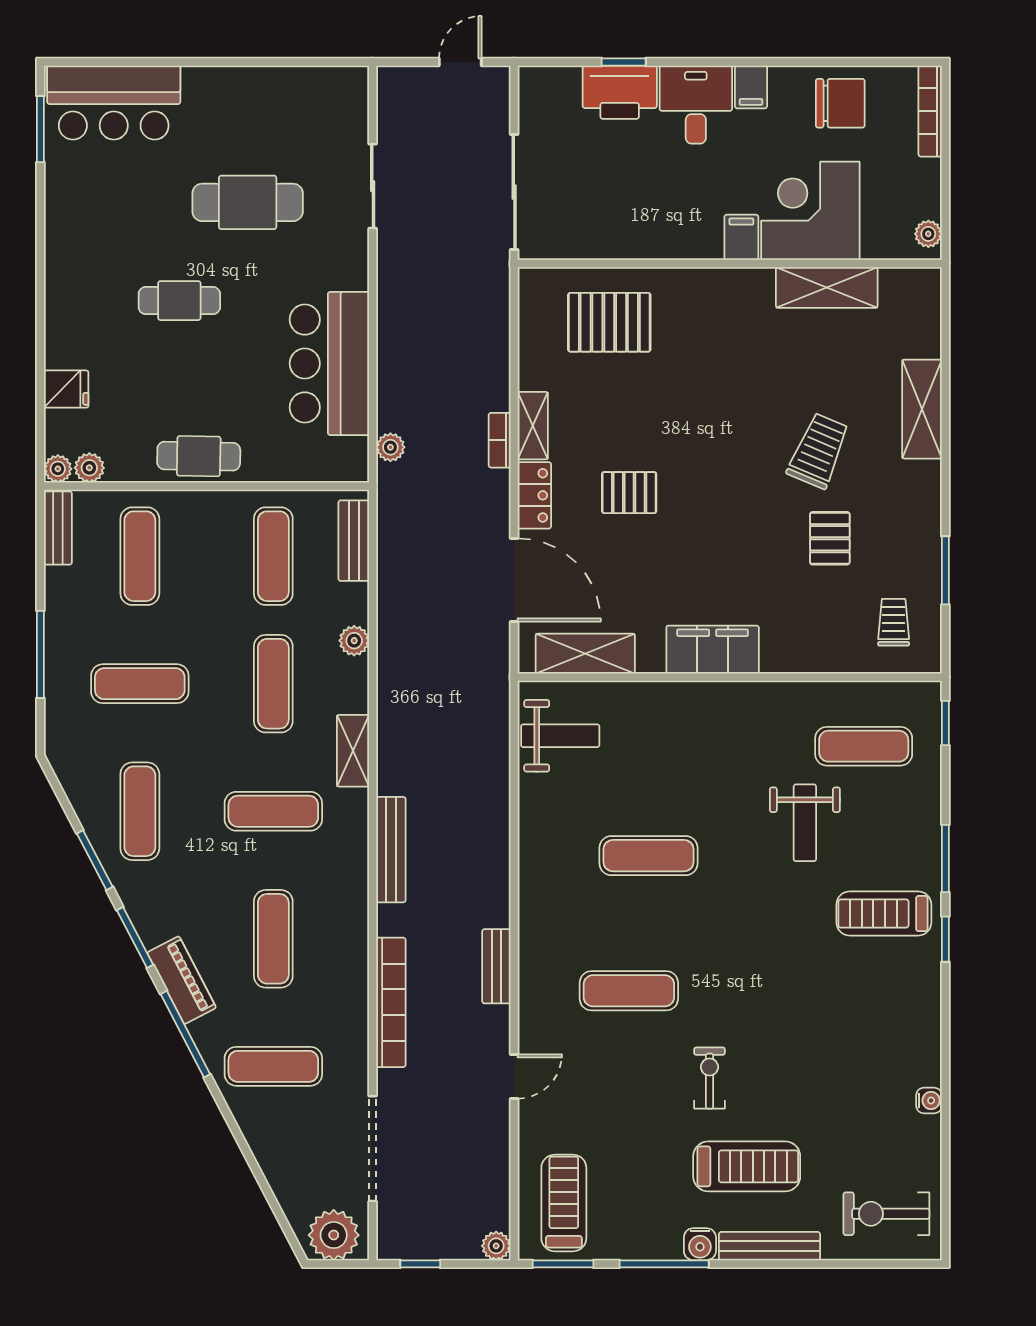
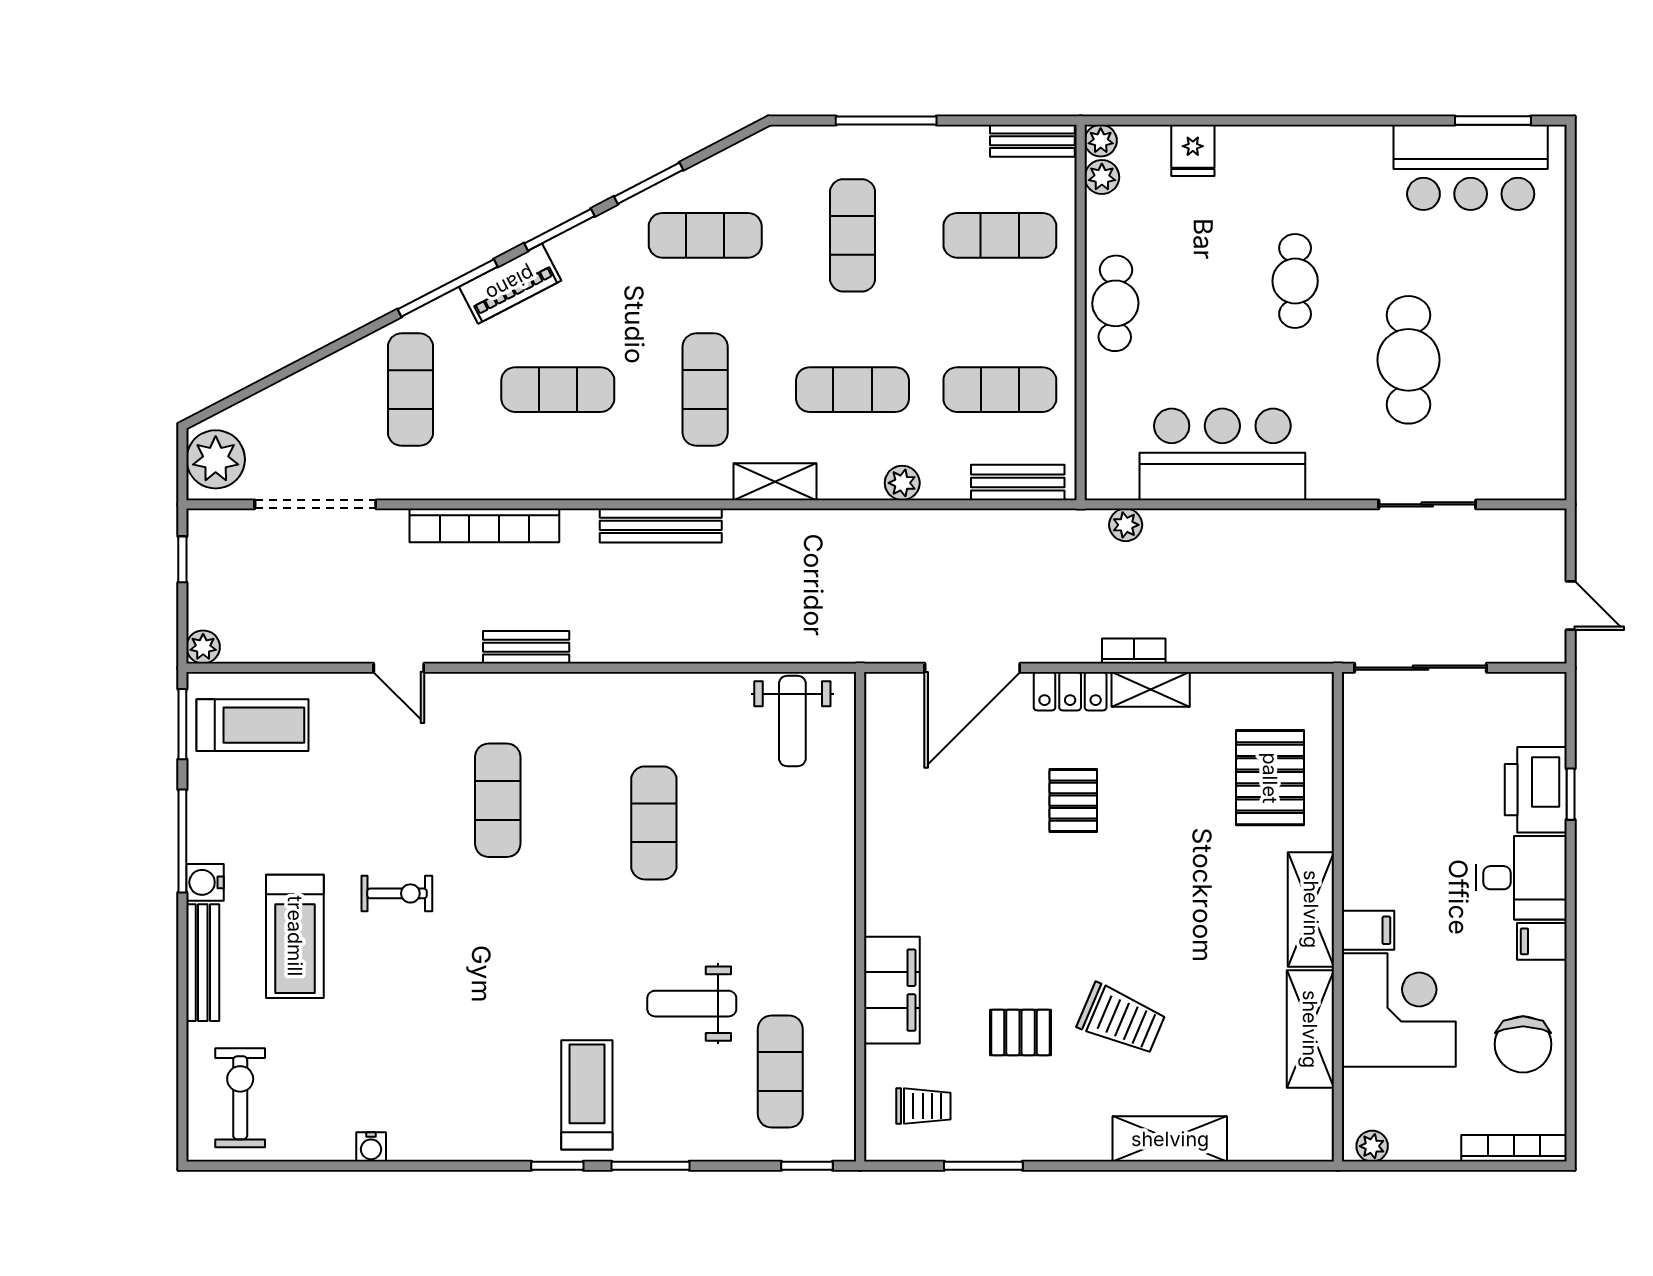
bar counter: (114, 103) -> (1471, 167), moved, turned -90
filing cabinet: (713, 650) -> (892, 990), moved
shelving: (585, 654) -> (1311, 909), moved

